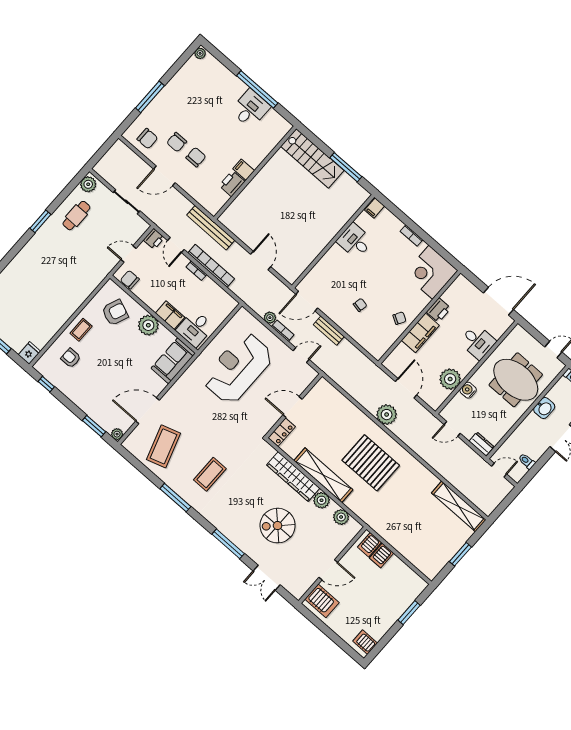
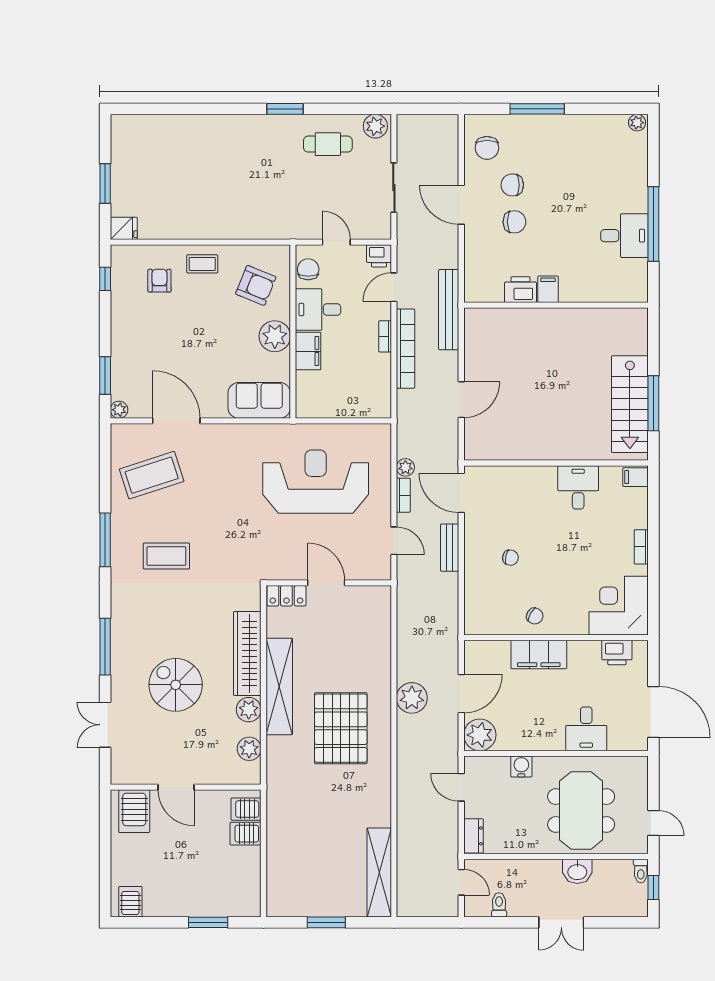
stairs: (312, 158) -> (630, 404), moved
printer: (439, 310) -> (617, 653), moved
desk: (195, 328) -> (318, 309), moved
plant: (450, 379) -> (480, 735), moved

